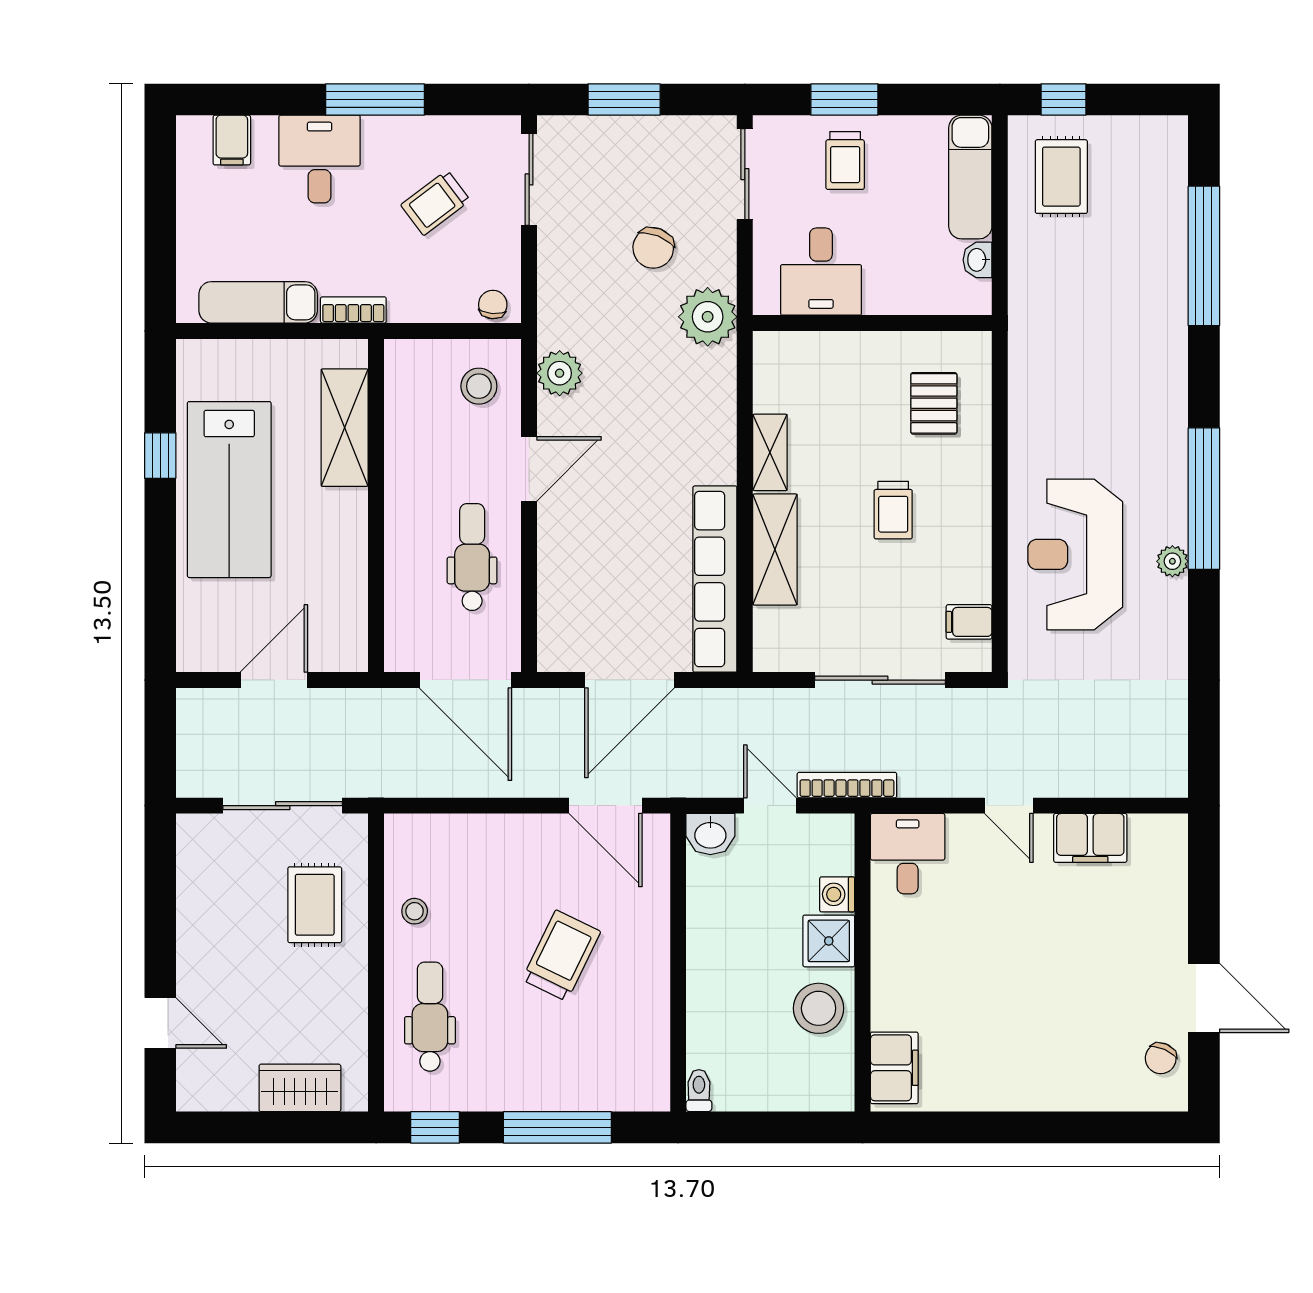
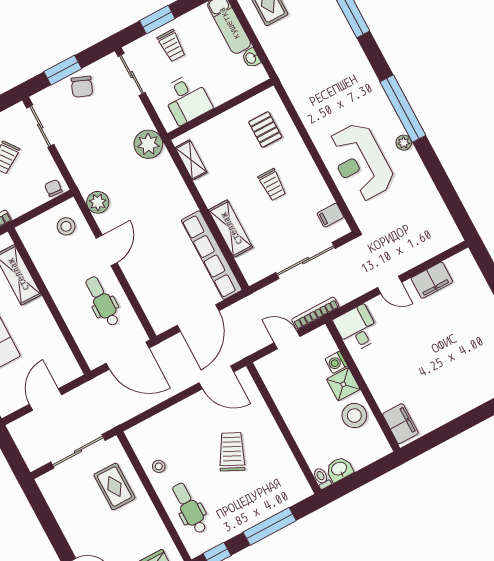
chair: (653, 248) -> (82, 87), moved
shelving: (770, 452) -> (191, 160), moved
washbasin: (710, 834) -> (339, 469), moved, turned 180

